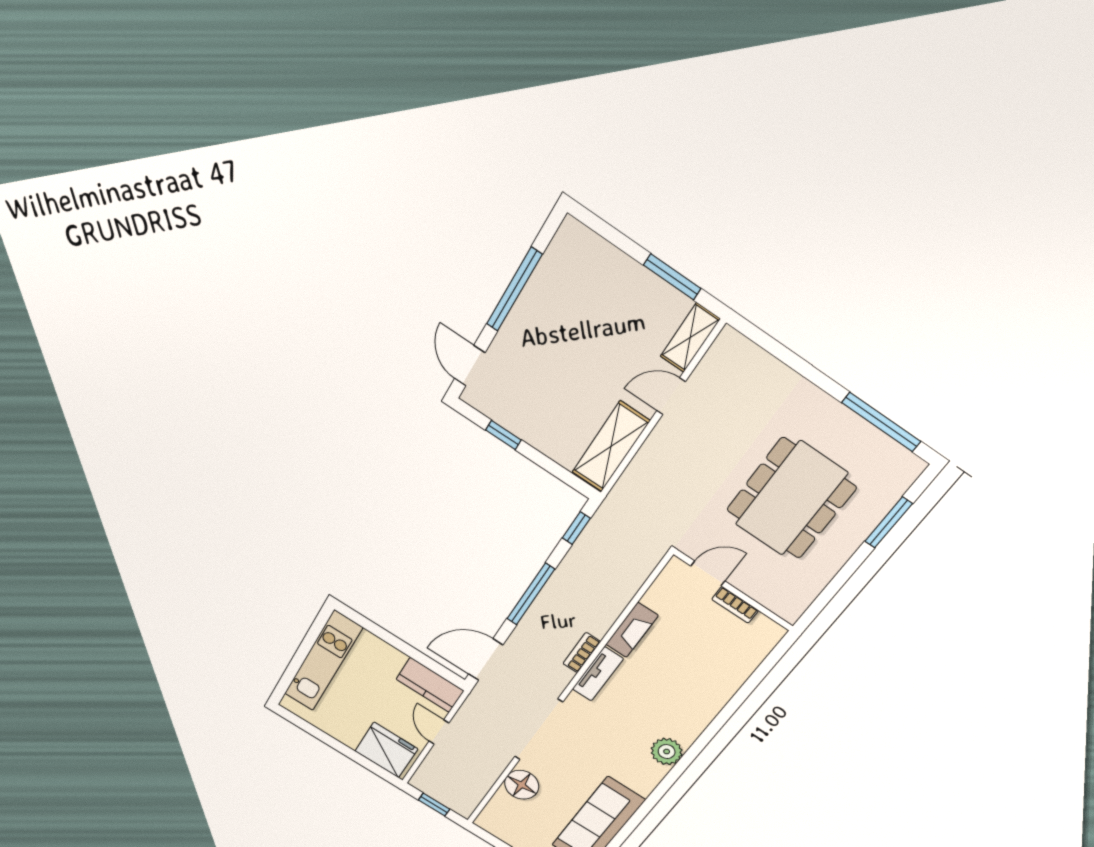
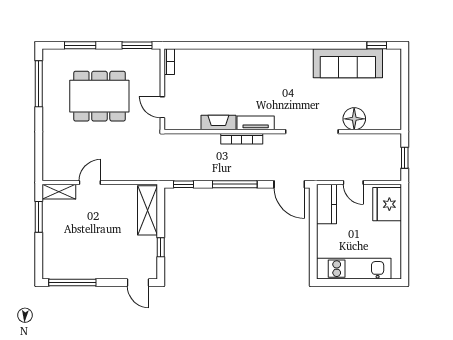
window: (514, 289) -> (72, 282), moved
door: (470, 366) -> (138, 282), hinge flipped
door: (671, 396) -> (90, 182), swing flipped
shelving: (611, 447) -> (147, 210), moved, turned 90
window: (823, 599) -> (137, 45), added
bookcase: (735, 605) -> (169, 62), moved
bookcase: (582, 653) -> (242, 139), width x1.56
door: (439, 732) -> (353, 182), hinge flipped
plant: (667, 752) -> (276, 59), removed

